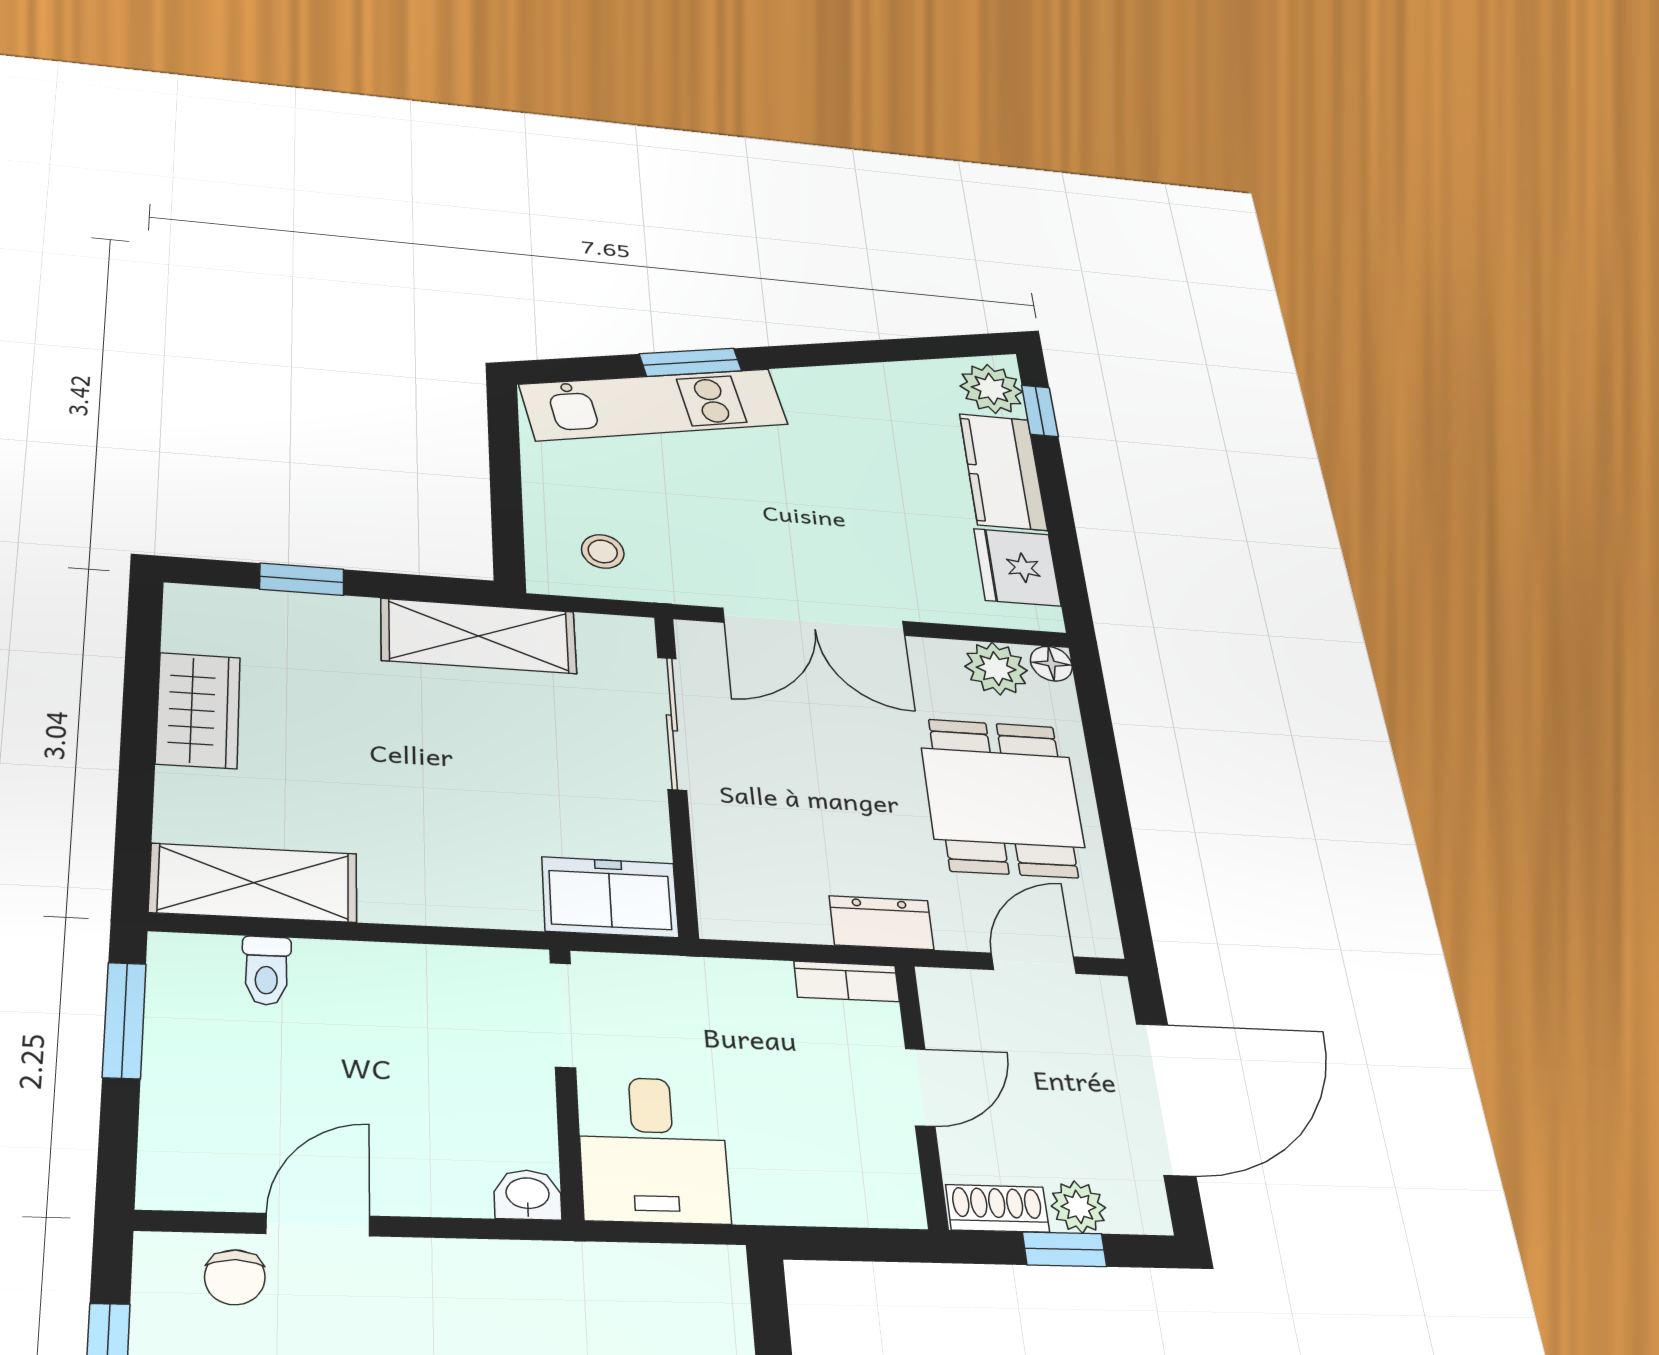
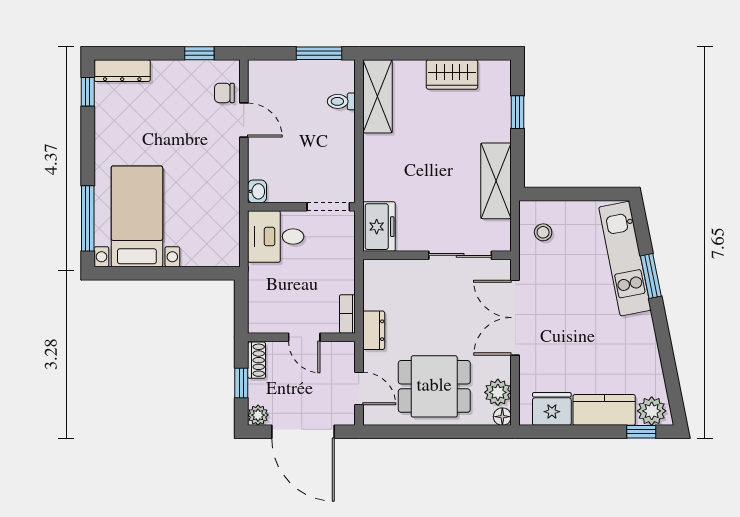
plant: (1078, 1207) -> (258, 415), moved

